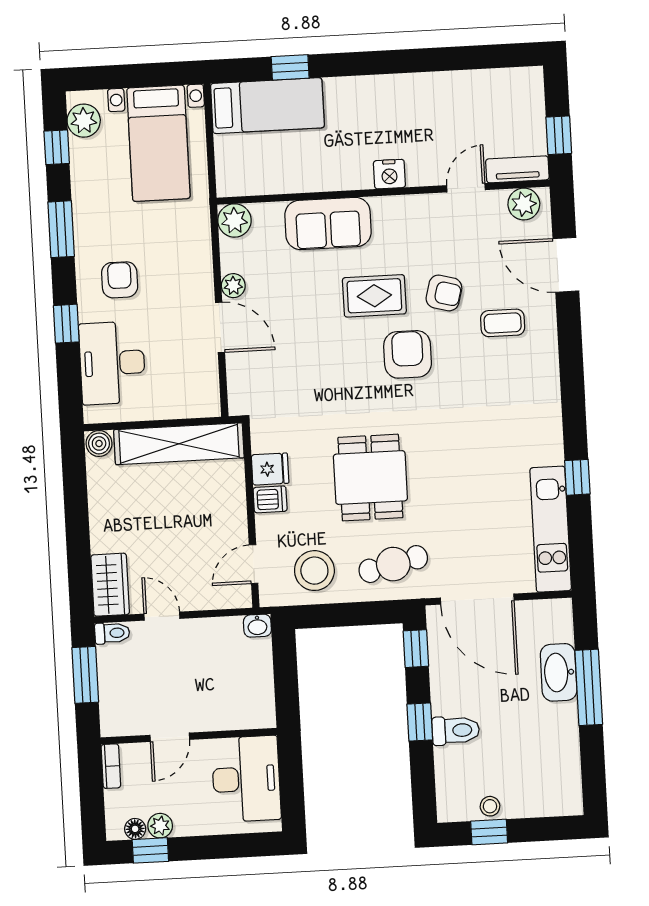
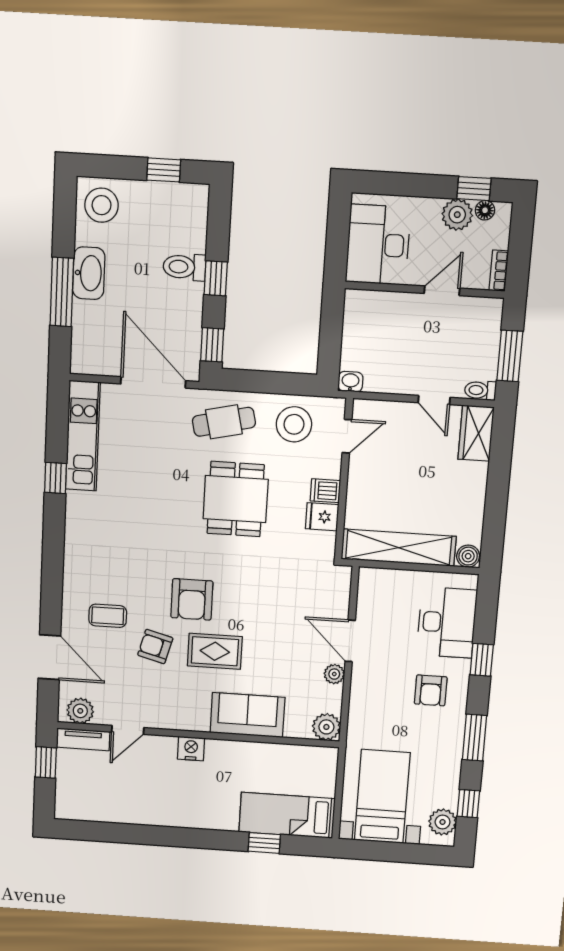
washbasin: (559, 672) -> (89, 273), moved
stool: (490, 806) -> (102, 205), moved, width x1.89, depth x1.89
plant: (160, 826) -> (457, 215), width x1.38, depth x1.38

